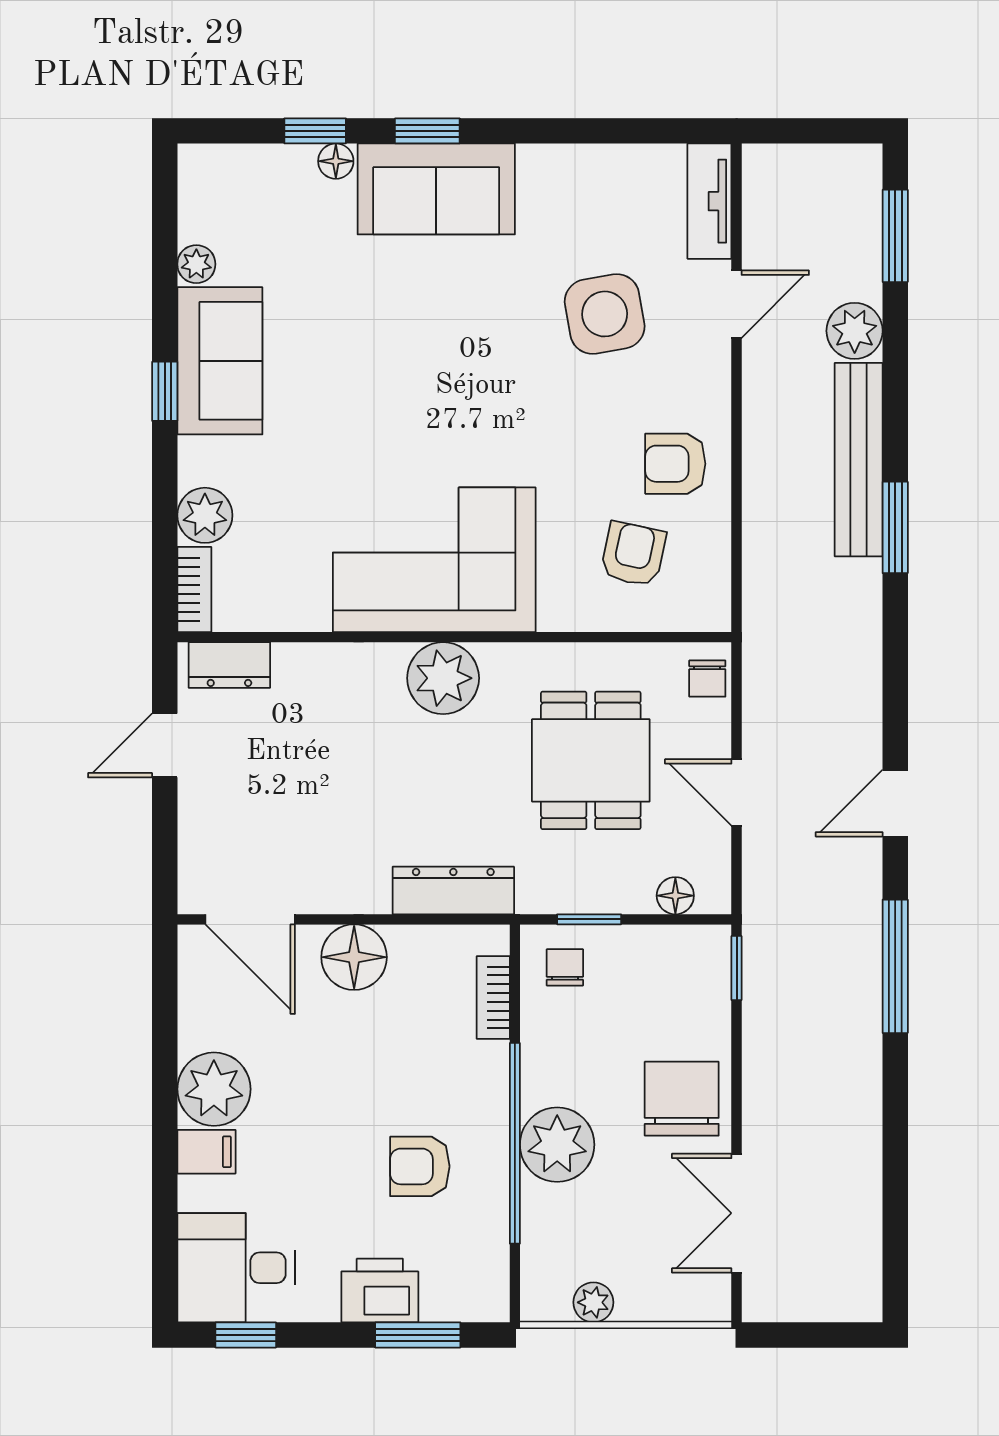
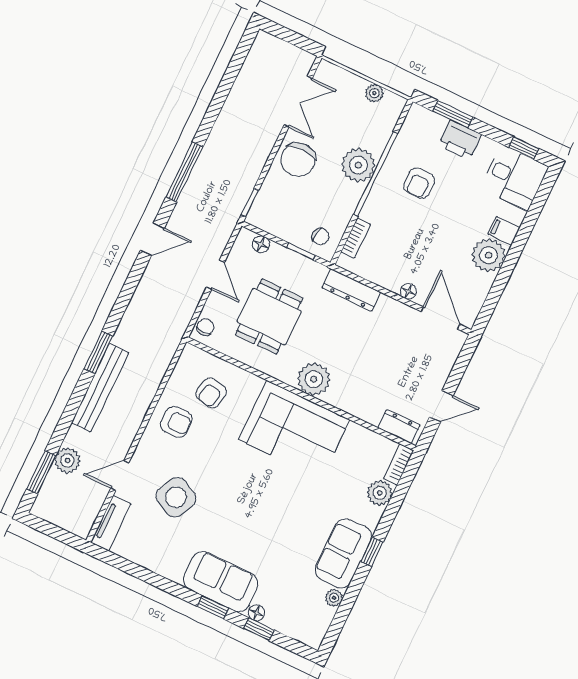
side table: (605, 314) -> (176, 497), turned 37
plant: (855, 331) -> (67, 460), moved
floor lamp: (354, 957) -> (408, 291), width x0.53, depth x0.53
chair: (565, 967) -> (320, 236), turned -80
armchair: (420, 1166) -> (419, 183), turned 90

